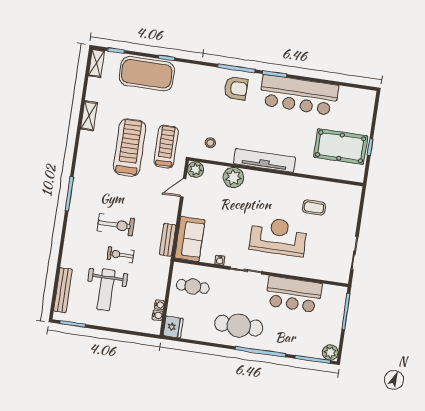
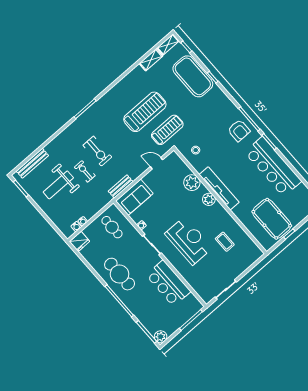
shelving: (89, 116) -> (151, 60), moved
plant: (196, 170) -> (209, 199), moved

